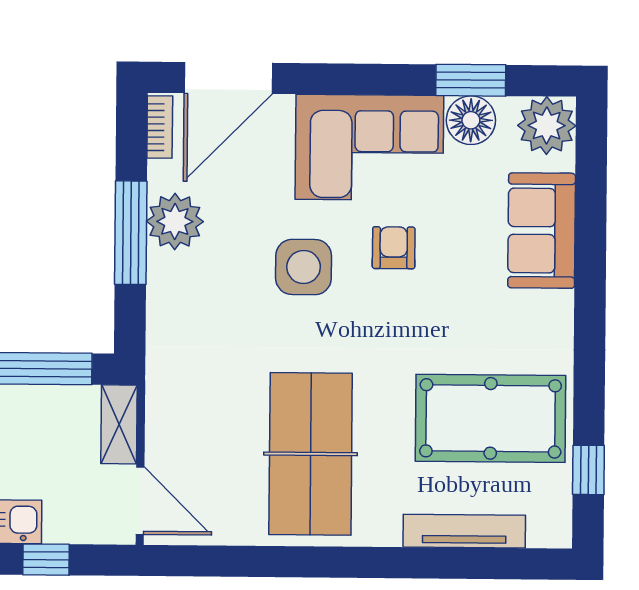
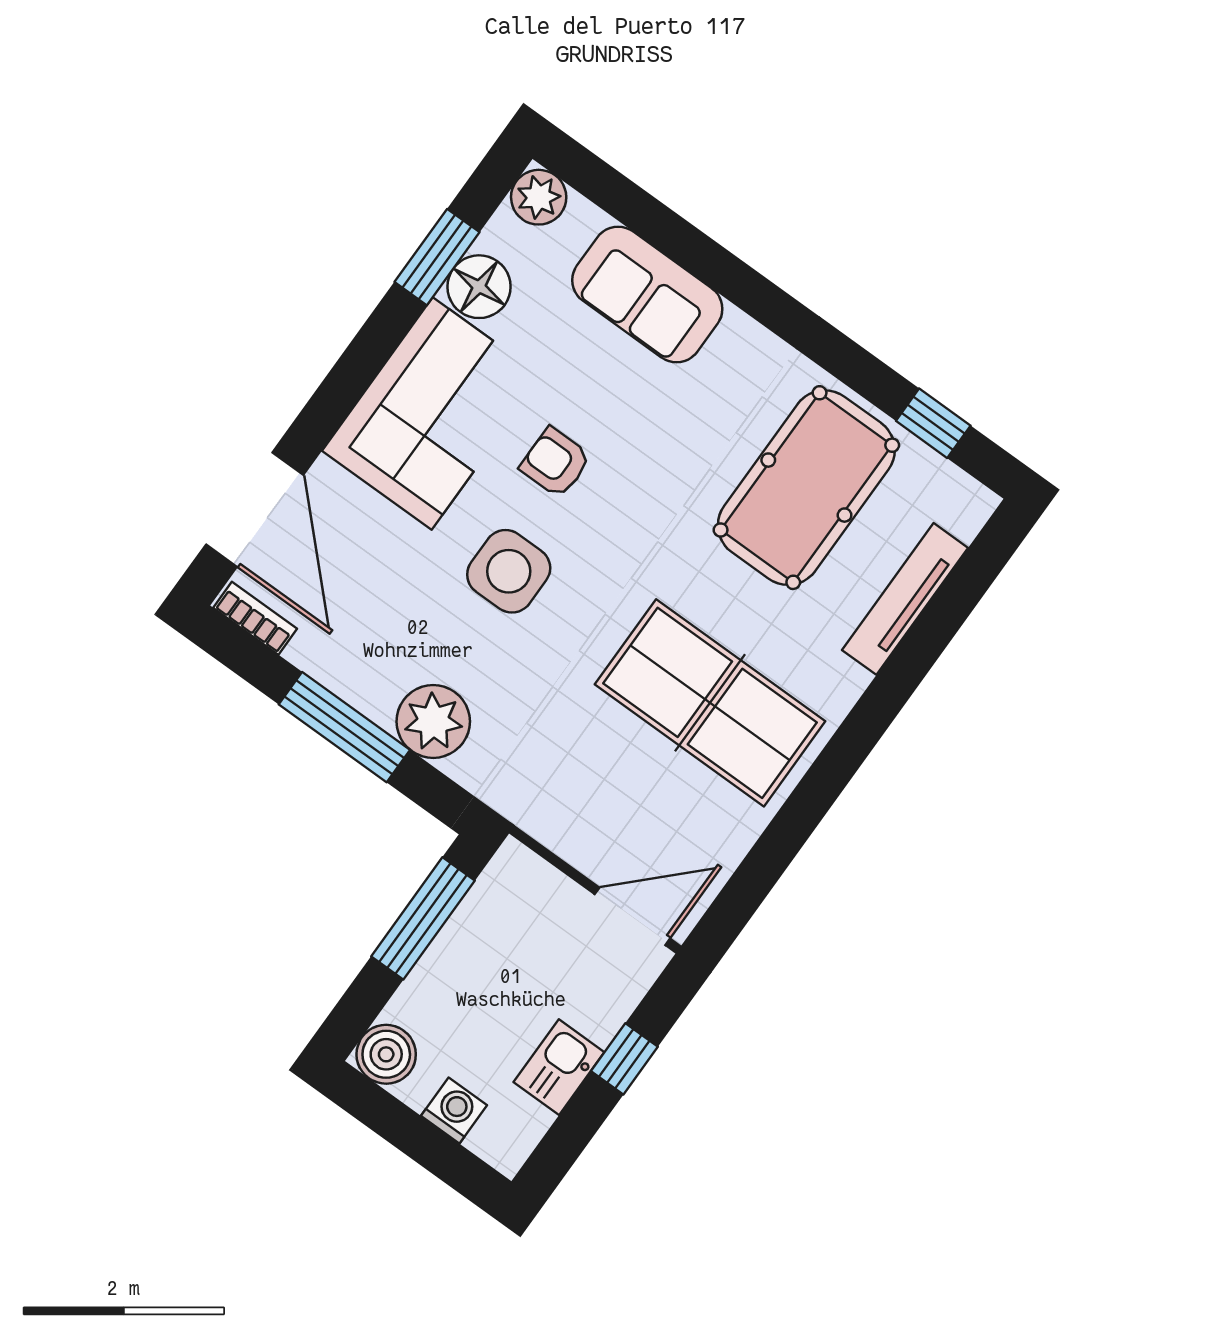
plant: (547, 126) -> (539, 197), width x0.73, depth x0.73
plant: (175, 221) -> (433, 721), moved
shelving: (119, 424) -> (537, 882), removed

